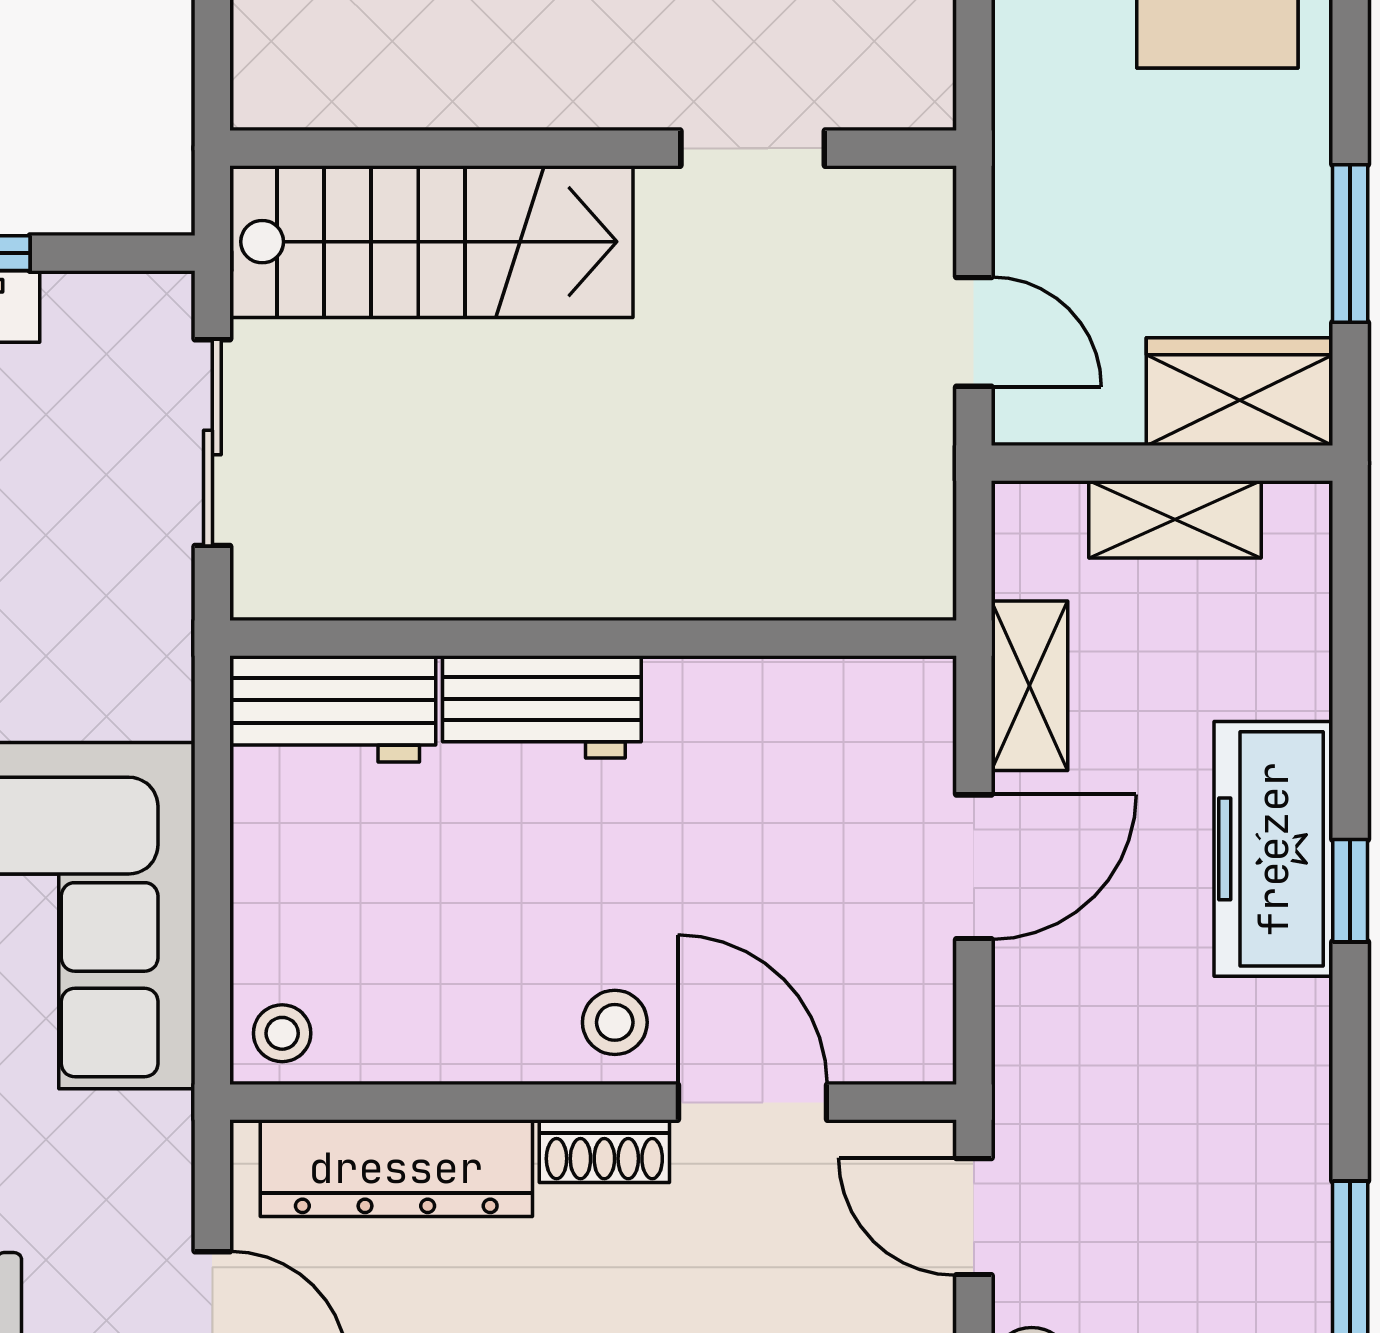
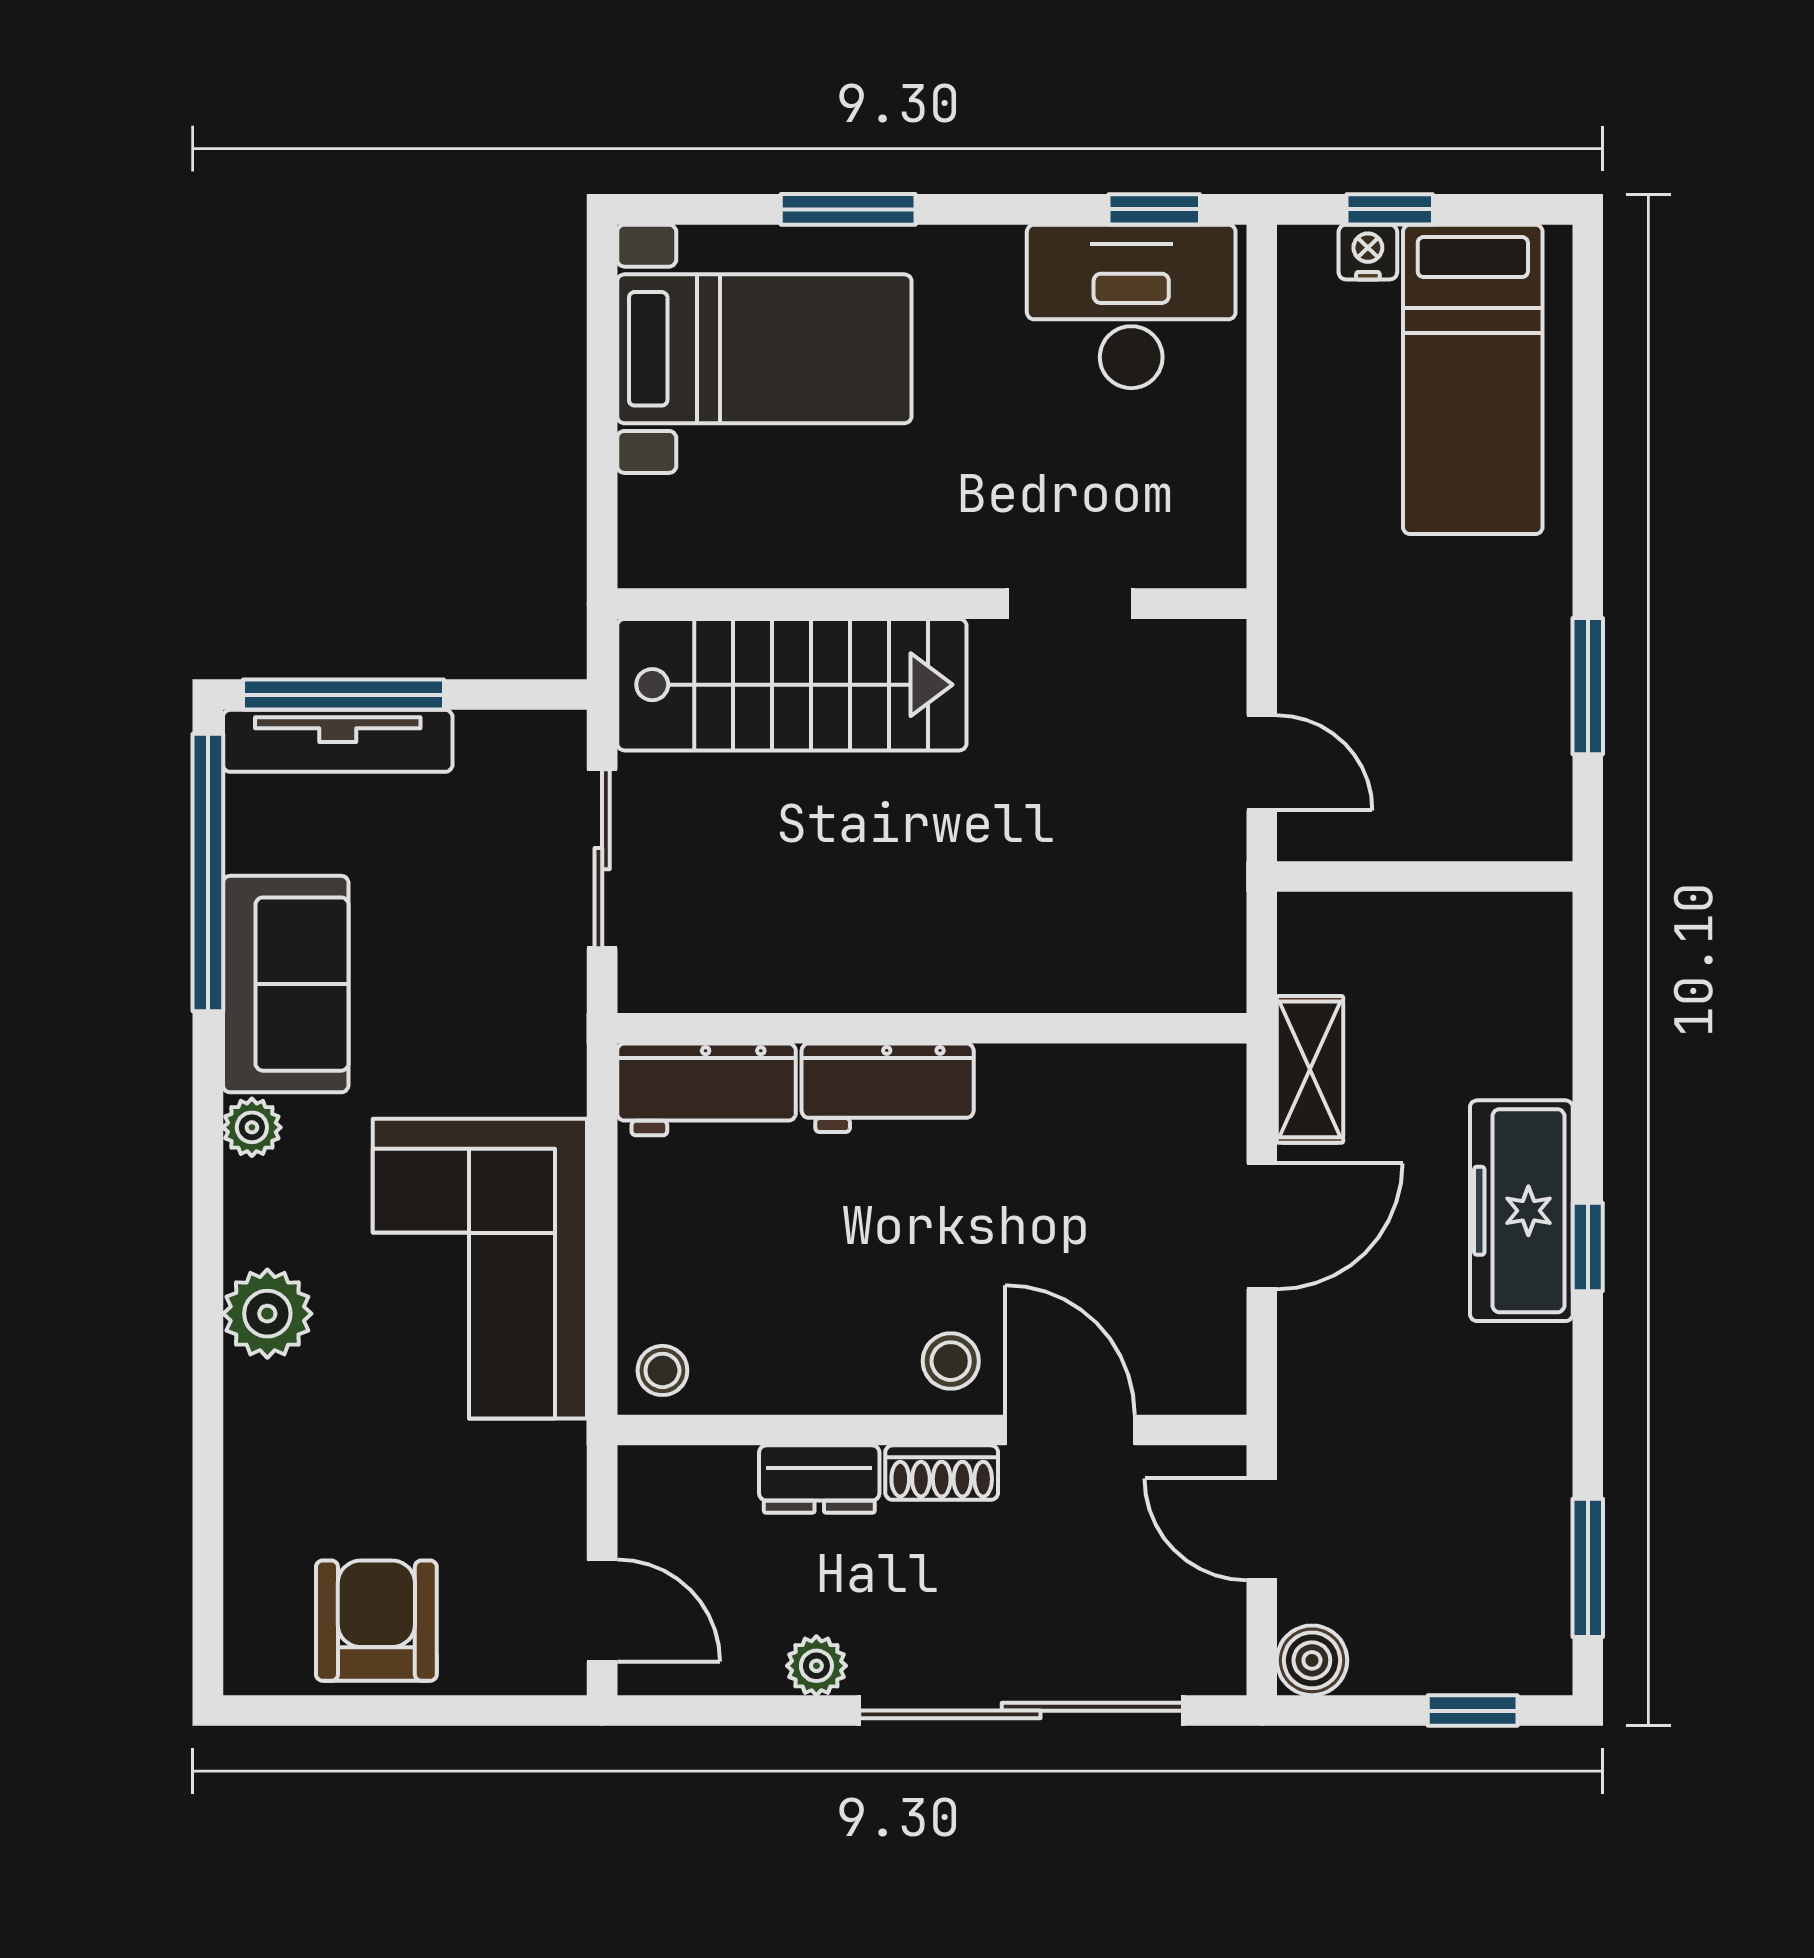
wardrobe: (1239, 392) -> (1492, 815), removed
shelving: (1175, 519) -> (1436, 925), removed
dresser: (396, 1168) -> (819, 1479), width x0.51, depth x0.80

